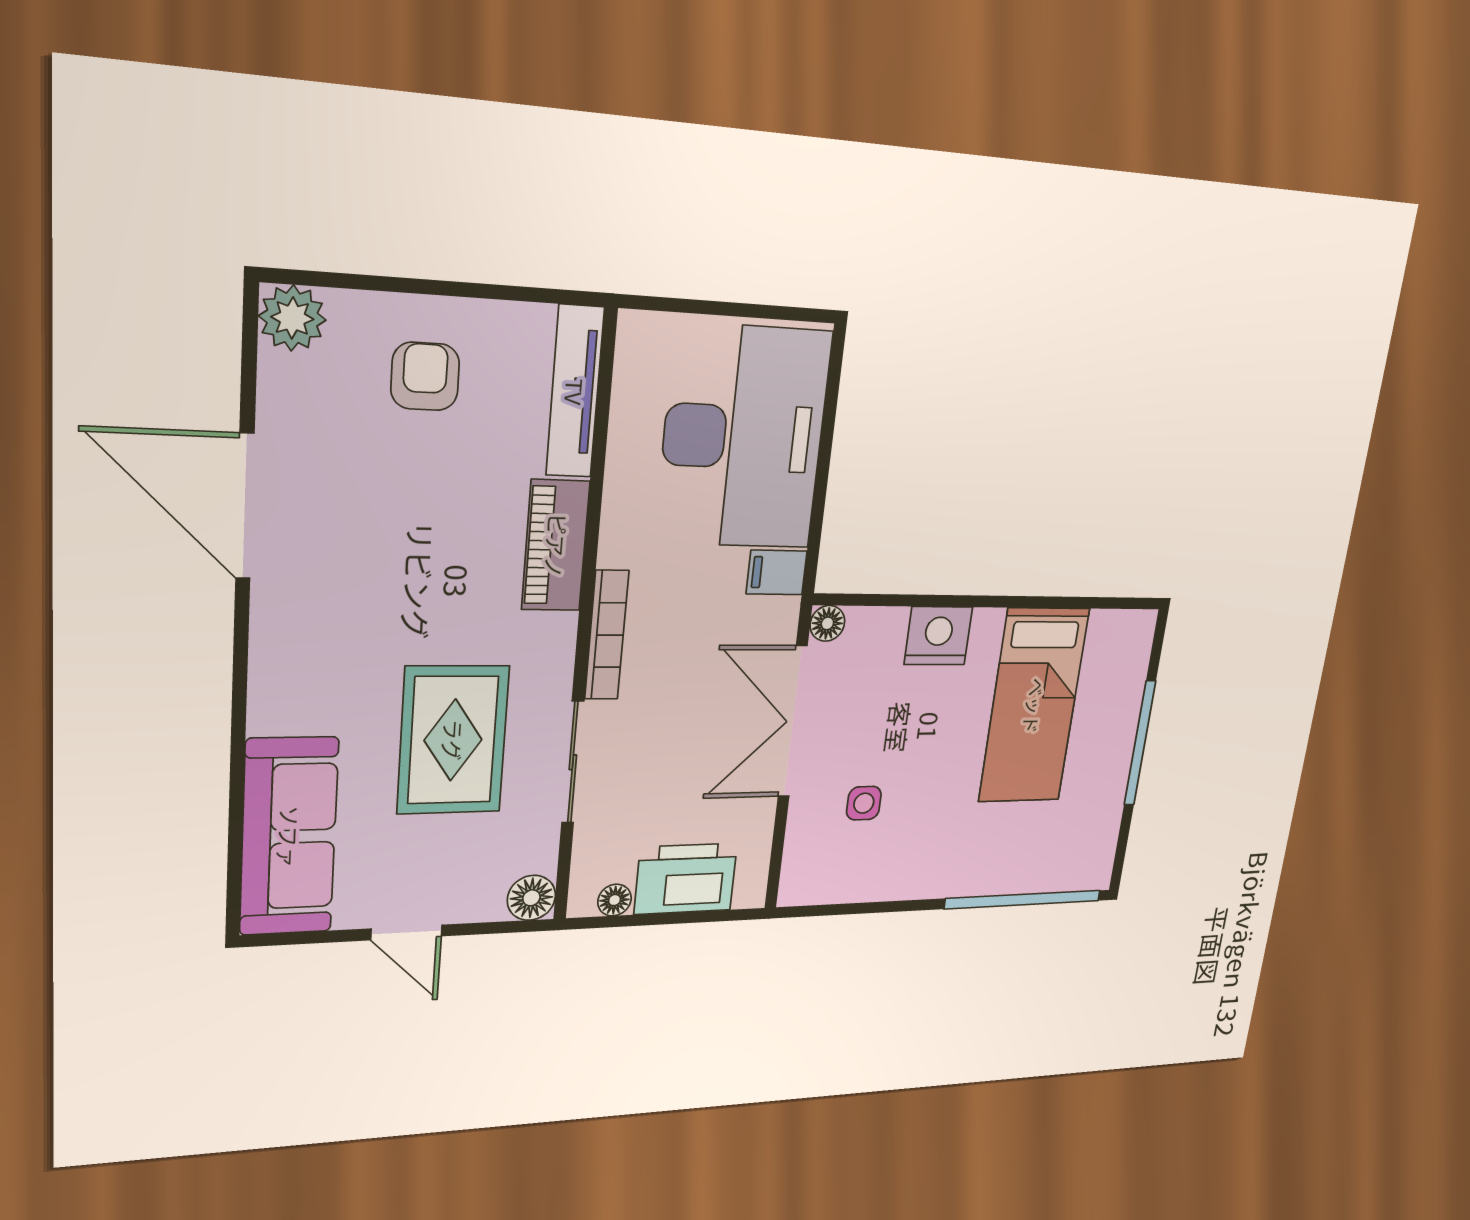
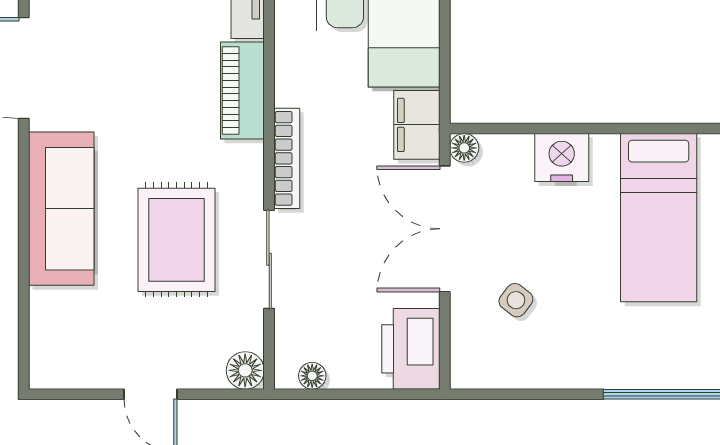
filing cabinet: (777, 572) -> (417, 125), width x2.00
side table: (864, 803) -> (516, 300), turned 38
sofa: (289, 837) -> (61, 209), moved
printer: (686, 879) -> (411, 349), moved, turned -90

